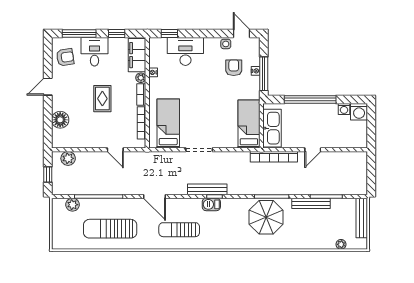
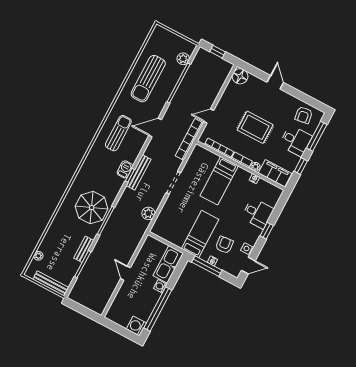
window: (169, 33) -> (267, 231), moved
desk: (185, 51) -> (258, 213), width x0.73
armchair: (234, 68) -> (224, 245), turned -96
door: (48, 87) -> (275, 82), moved
rug: (102, 99) -> (255, 127), width x1.36, depth x1.43
window: (310, 100) -> (158, 309), moved
washing machine: (344, 109) -> (160, 286), moved
floor lamp: (60, 120) -> (240, 76), moved
bed: (168, 124) -> (219, 181), moved, turned 90
bed: (249, 124) -> (200, 234), moved, turned -90
kitchen sink: (272, 128) -> (168, 264), moved, turned 90
bookcase: (274, 157) -> (189, 139), moved
plant: (68, 158) -> (148, 213), moved
bench: (311, 203) -> (84, 249), width x0.73
sun lounger: (110, 229) -> (148, 79), turned 180

